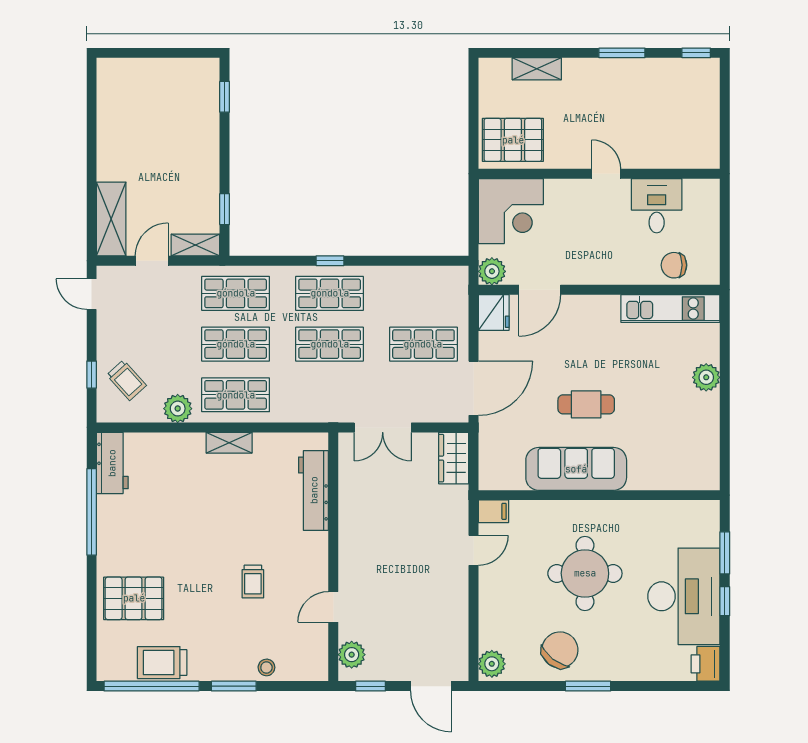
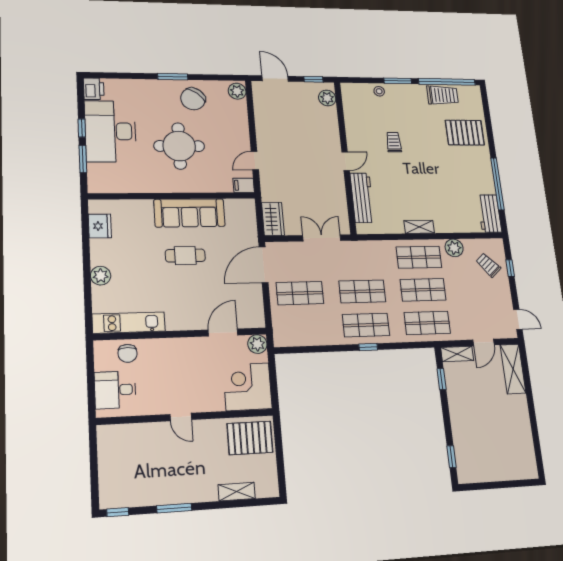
desk: (657, 206) -> (115, 390), moved, turned 90
chair: (674, 265) -> (128, 353), turned 90
fridge: (494, 312) -> (100, 226), moved, turned 180
door: (333, 607) -> (346, 161), moved

